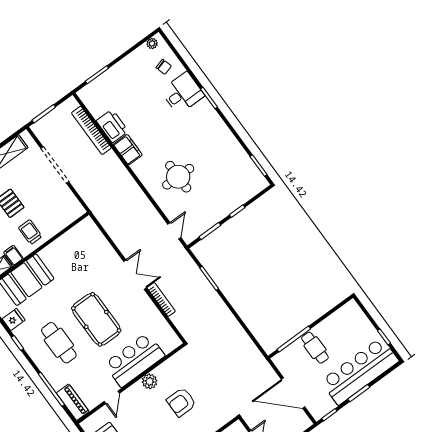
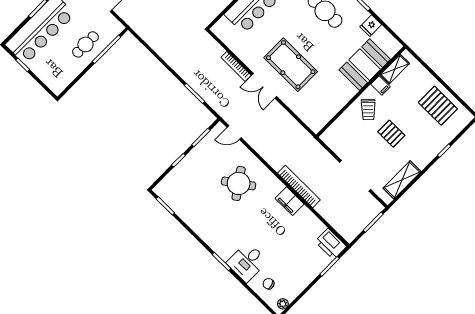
printer: (112, 126) -> (331, 244), moved
bookcase: (91, 130) -> (299, 186), moved
round table: (178, 177) -> (239, 183), turned -35
door: (174, 231) -> (234, 133), hinge flipped
trolley: (30, 232) -> (368, 110), turned 44
pool table: (96, 319) -> (291, 65), moved
cafe table: (315, 348) -> (85, 44), turned 90

